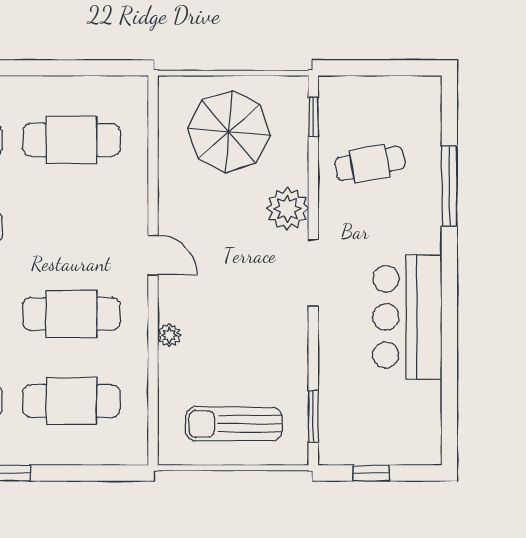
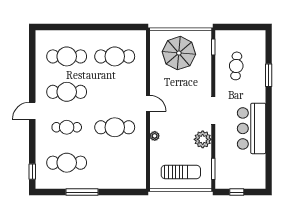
cafe table: (370, 163) -> (236, 66), turned -75
window: (449, 186) -> (269, 75), width x0.69
plant: (287, 209) -> (203, 139), moved
cafe table: (71, 401) -> (115, 163), removed
sun lounger: (234, 424) -> (181, 172), turned 180

